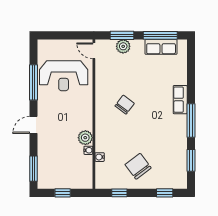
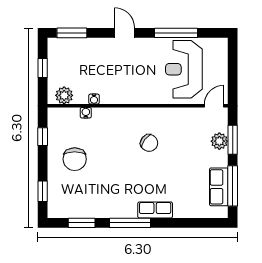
plant: (85, 138) -> (64, 95), moved
chair: (138, 166) -> (75, 159), turned 127

